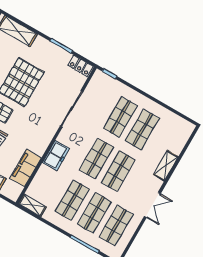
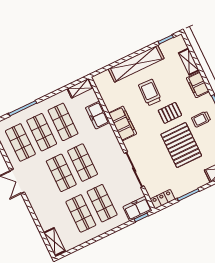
freezer: (104, 82) -> (137, 209), added
freezer: (56, 156) -> (98, 115), moved
shelving: (166, 166) -> (54, 242), moved
filing cabinet: (25, 168) -> (123, 123), moved

